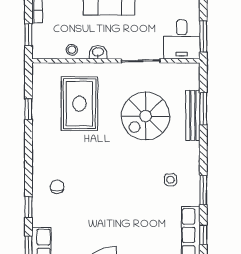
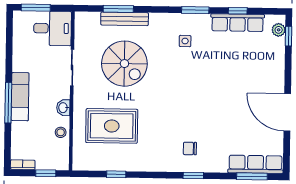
window: (203, 37) -> (36, 8), moved
window: (28, 207) -> (193, 176), moved

